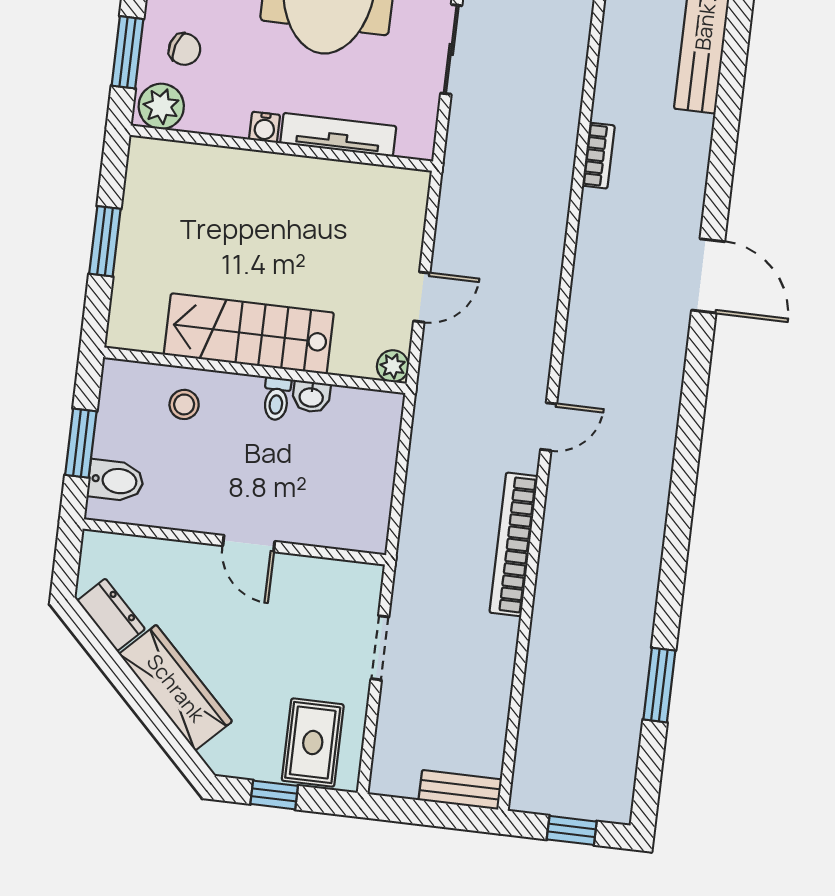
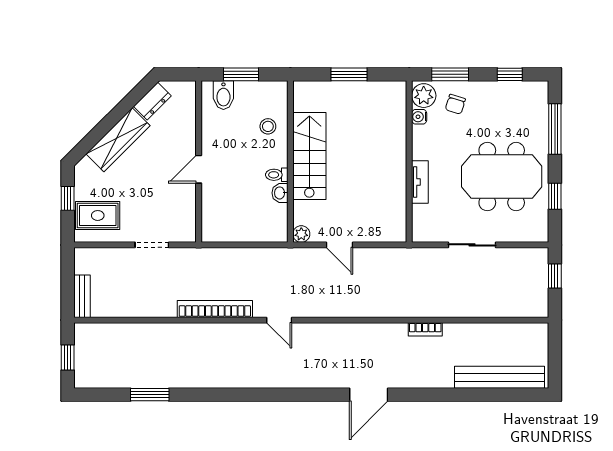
water cooler: (265, 127) -> (419, 117), moved
tv unit: (338, 135) -> (420, 182), width x0.71

